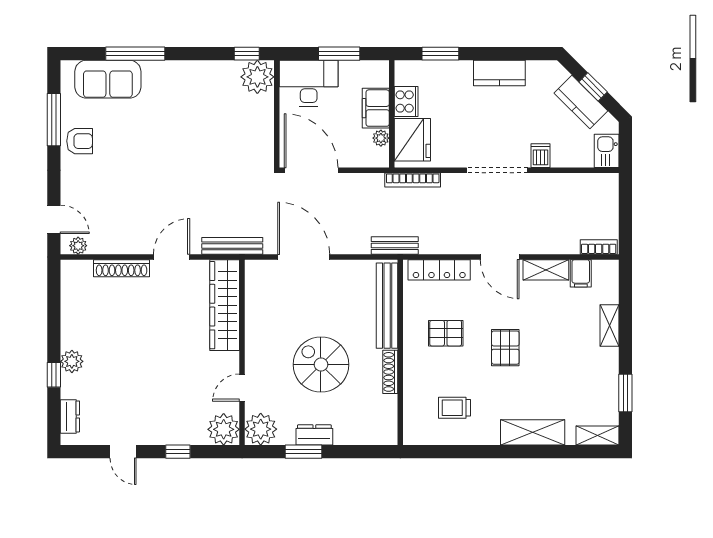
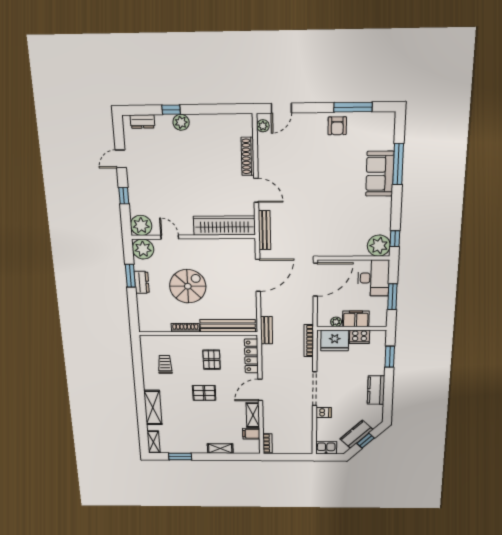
sofa: (108, 79) -> (380, 174), moved

